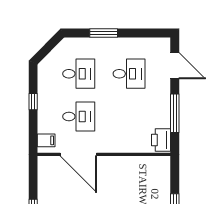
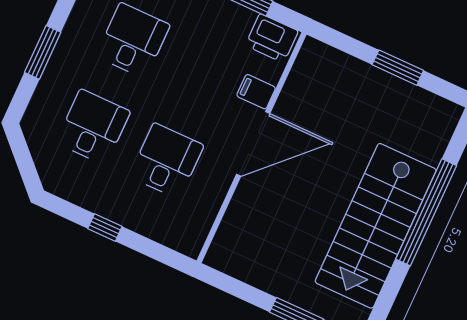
filing cabinet: (46, 140) -> (256, 92), moved, turned -90
door: (78, 154) -> (253, 144), moved

